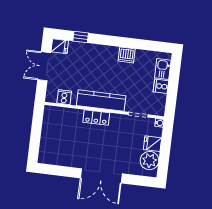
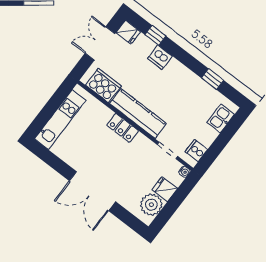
window: (140, 44) -> (212, 79), added
dishwasher: (127, 55) -> (160, 57), moved
cooker: (161, 86) -> (196, 151), moved
cooker: (64, 97) -> (103, 85), width x1.87, depth x1.31
kitchen unit: (48, 138) -> (60, 120), added

